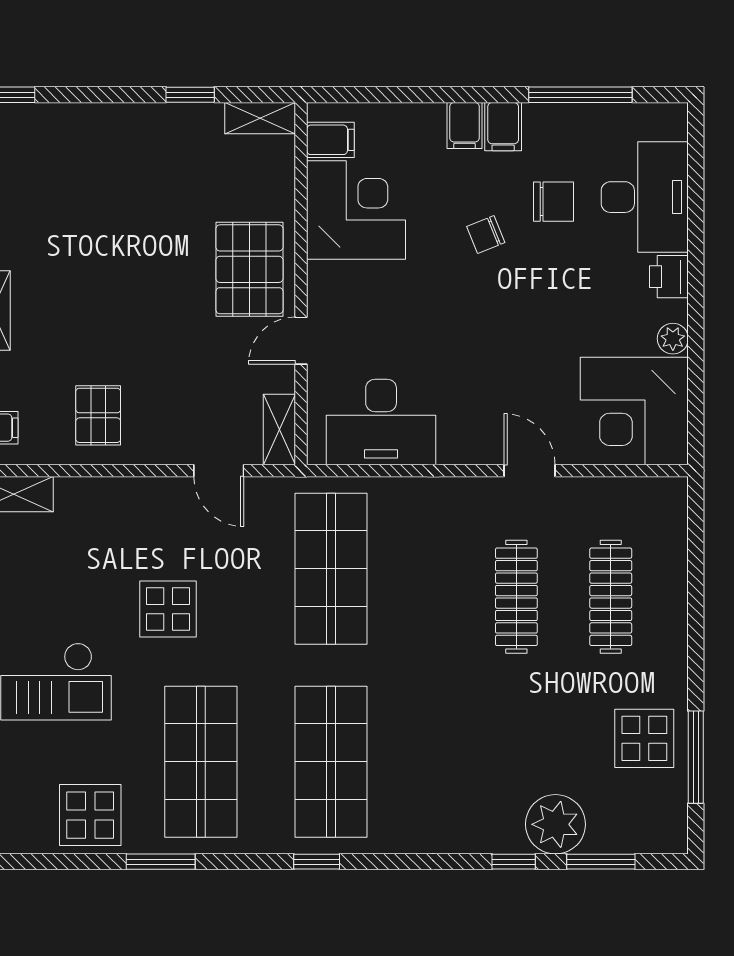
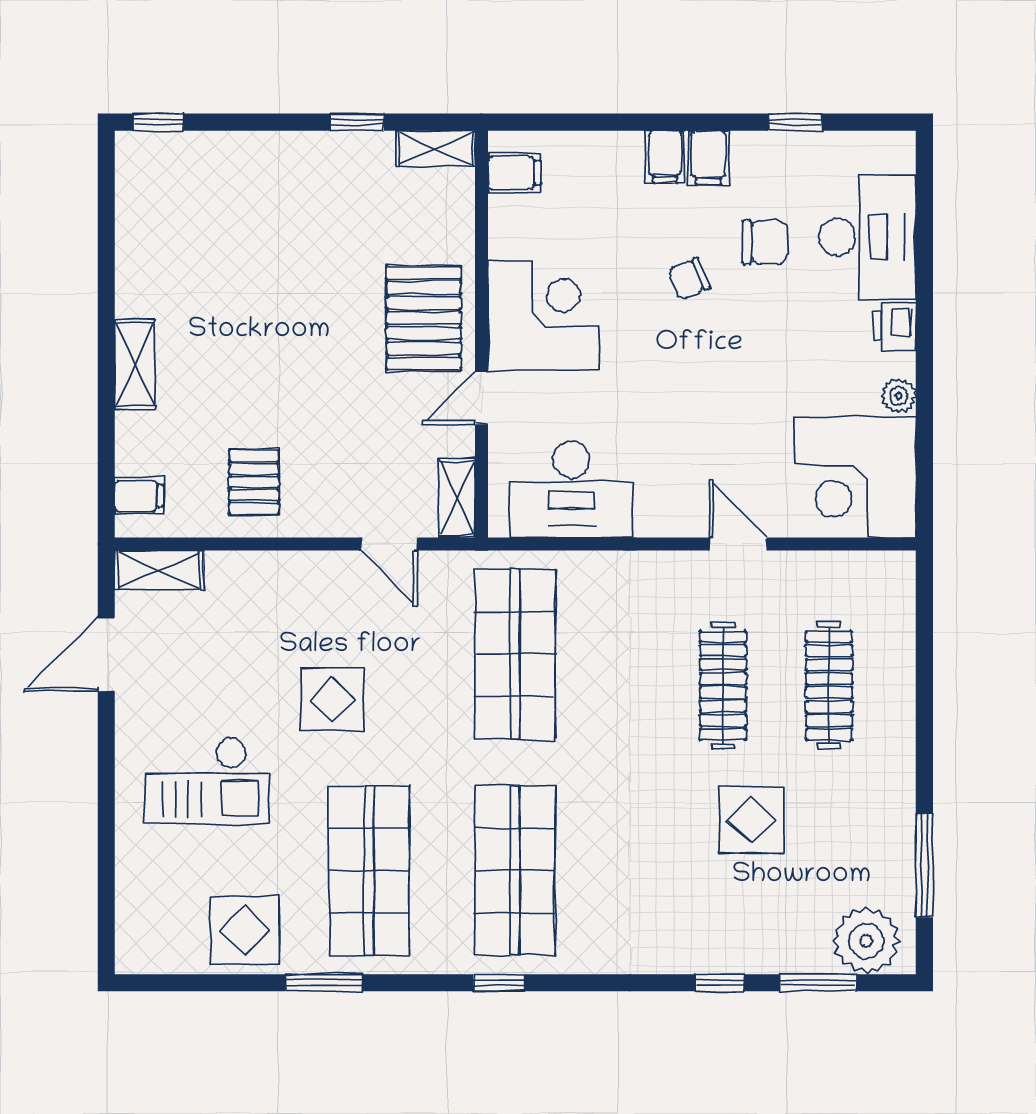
window: (580, 95) -> (795, 122), width x0.46
corner desk: (356, 210) -> (543, 315), moved
display table: (644, 738) -> (751, 820), moved
plant: (555, 824) -> (866, 941), moved

